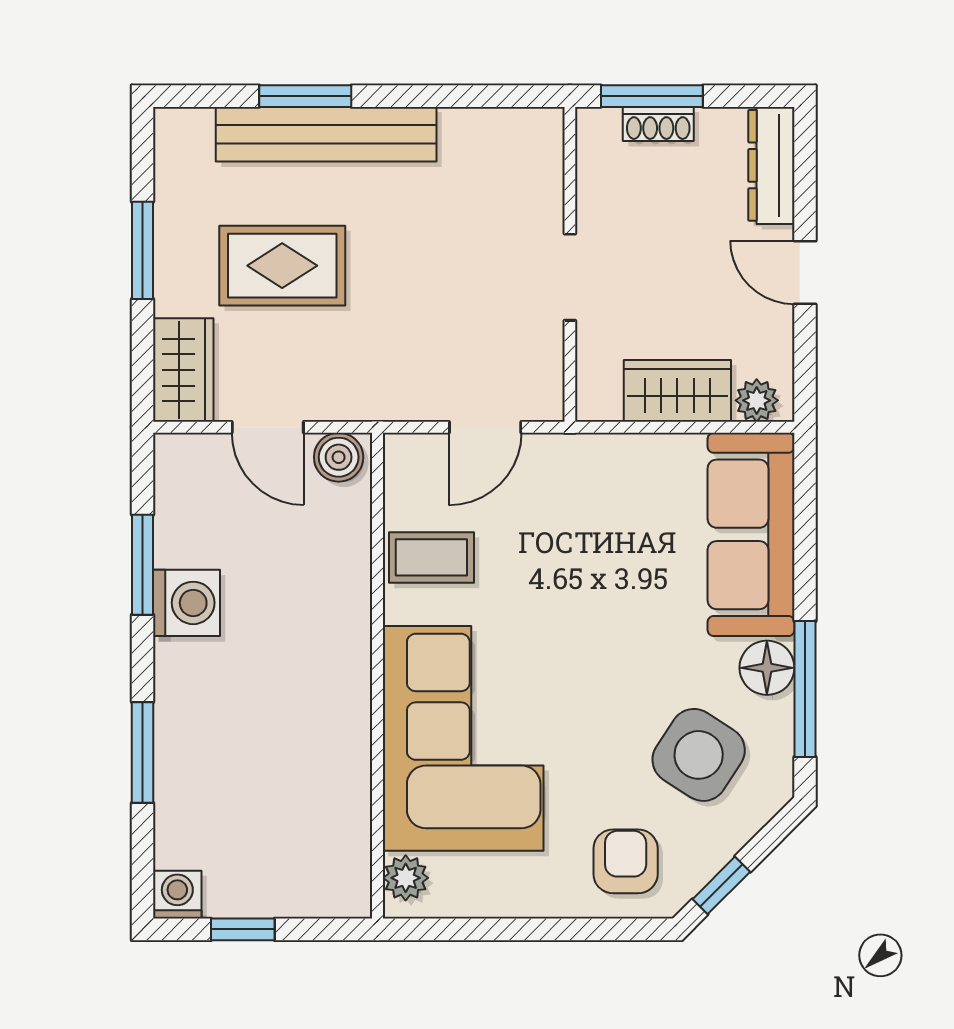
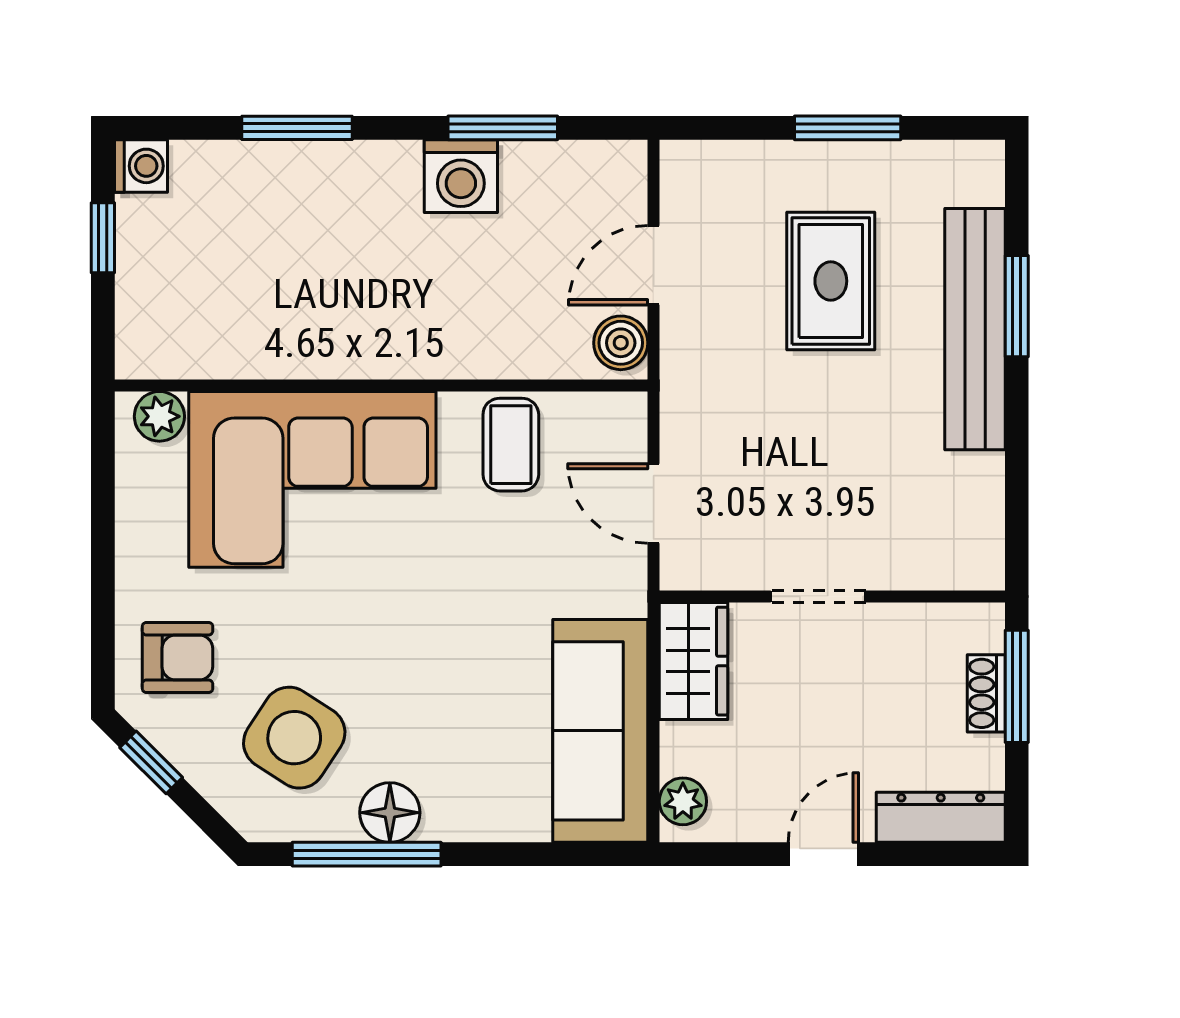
wardrobe: (183, 370) -> (716, 173), removed
wardrobe: (677, 391) -> (693, 661), moved
sofa: (751, 534) -> (600, 731), moved, turned -90

